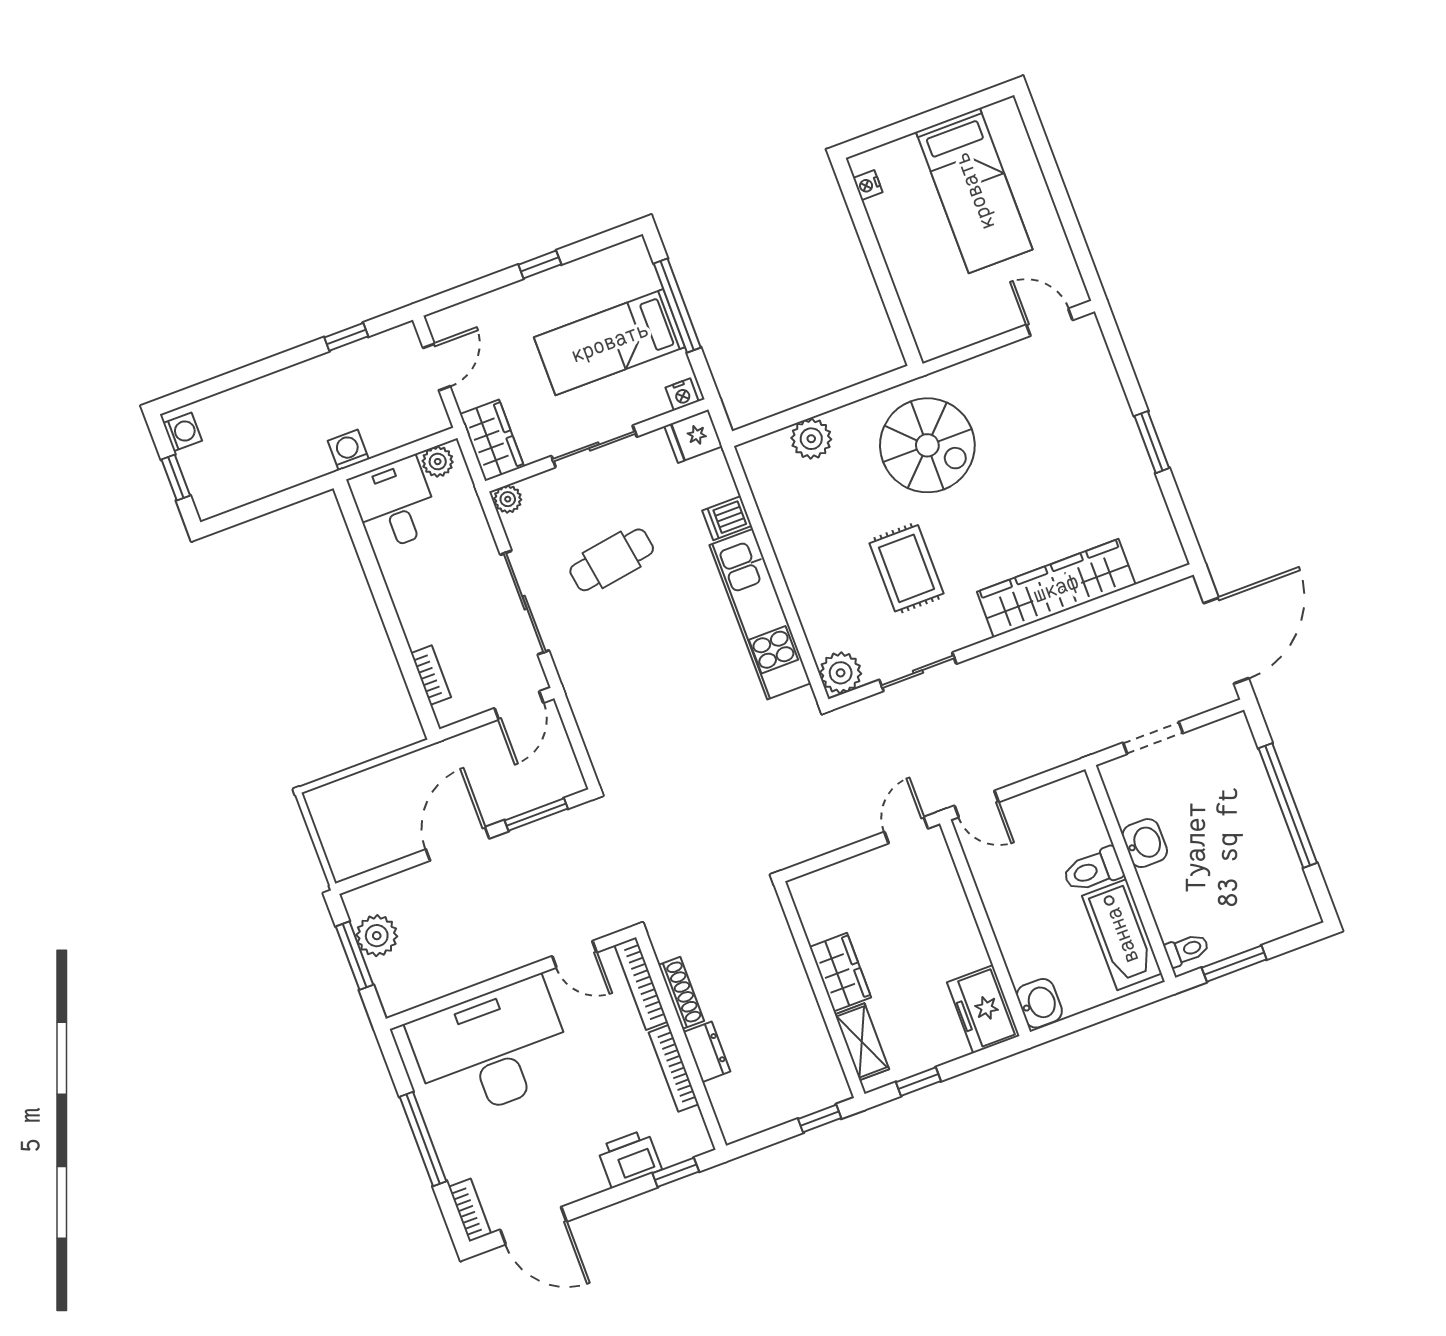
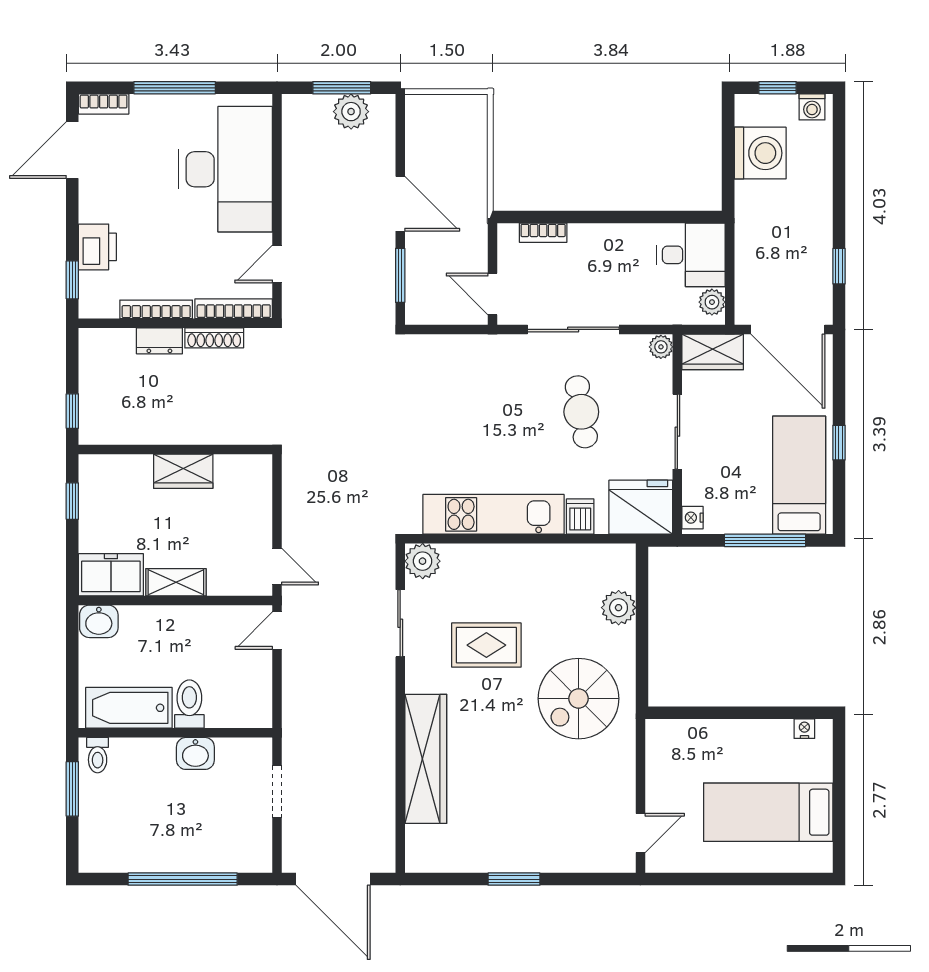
bed: (610, 342) -> (799, 475), moved
door: (437, 367) -> (788, 329), width x1.87
fridge: (693, 436) -> (641, 507), width x1.88, depth x1.34
washing machine: (348, 450) -> (760, 153), moved, width x1.89, depth x1.89
shelving: (862, 1042) -> (176, 582), moved

